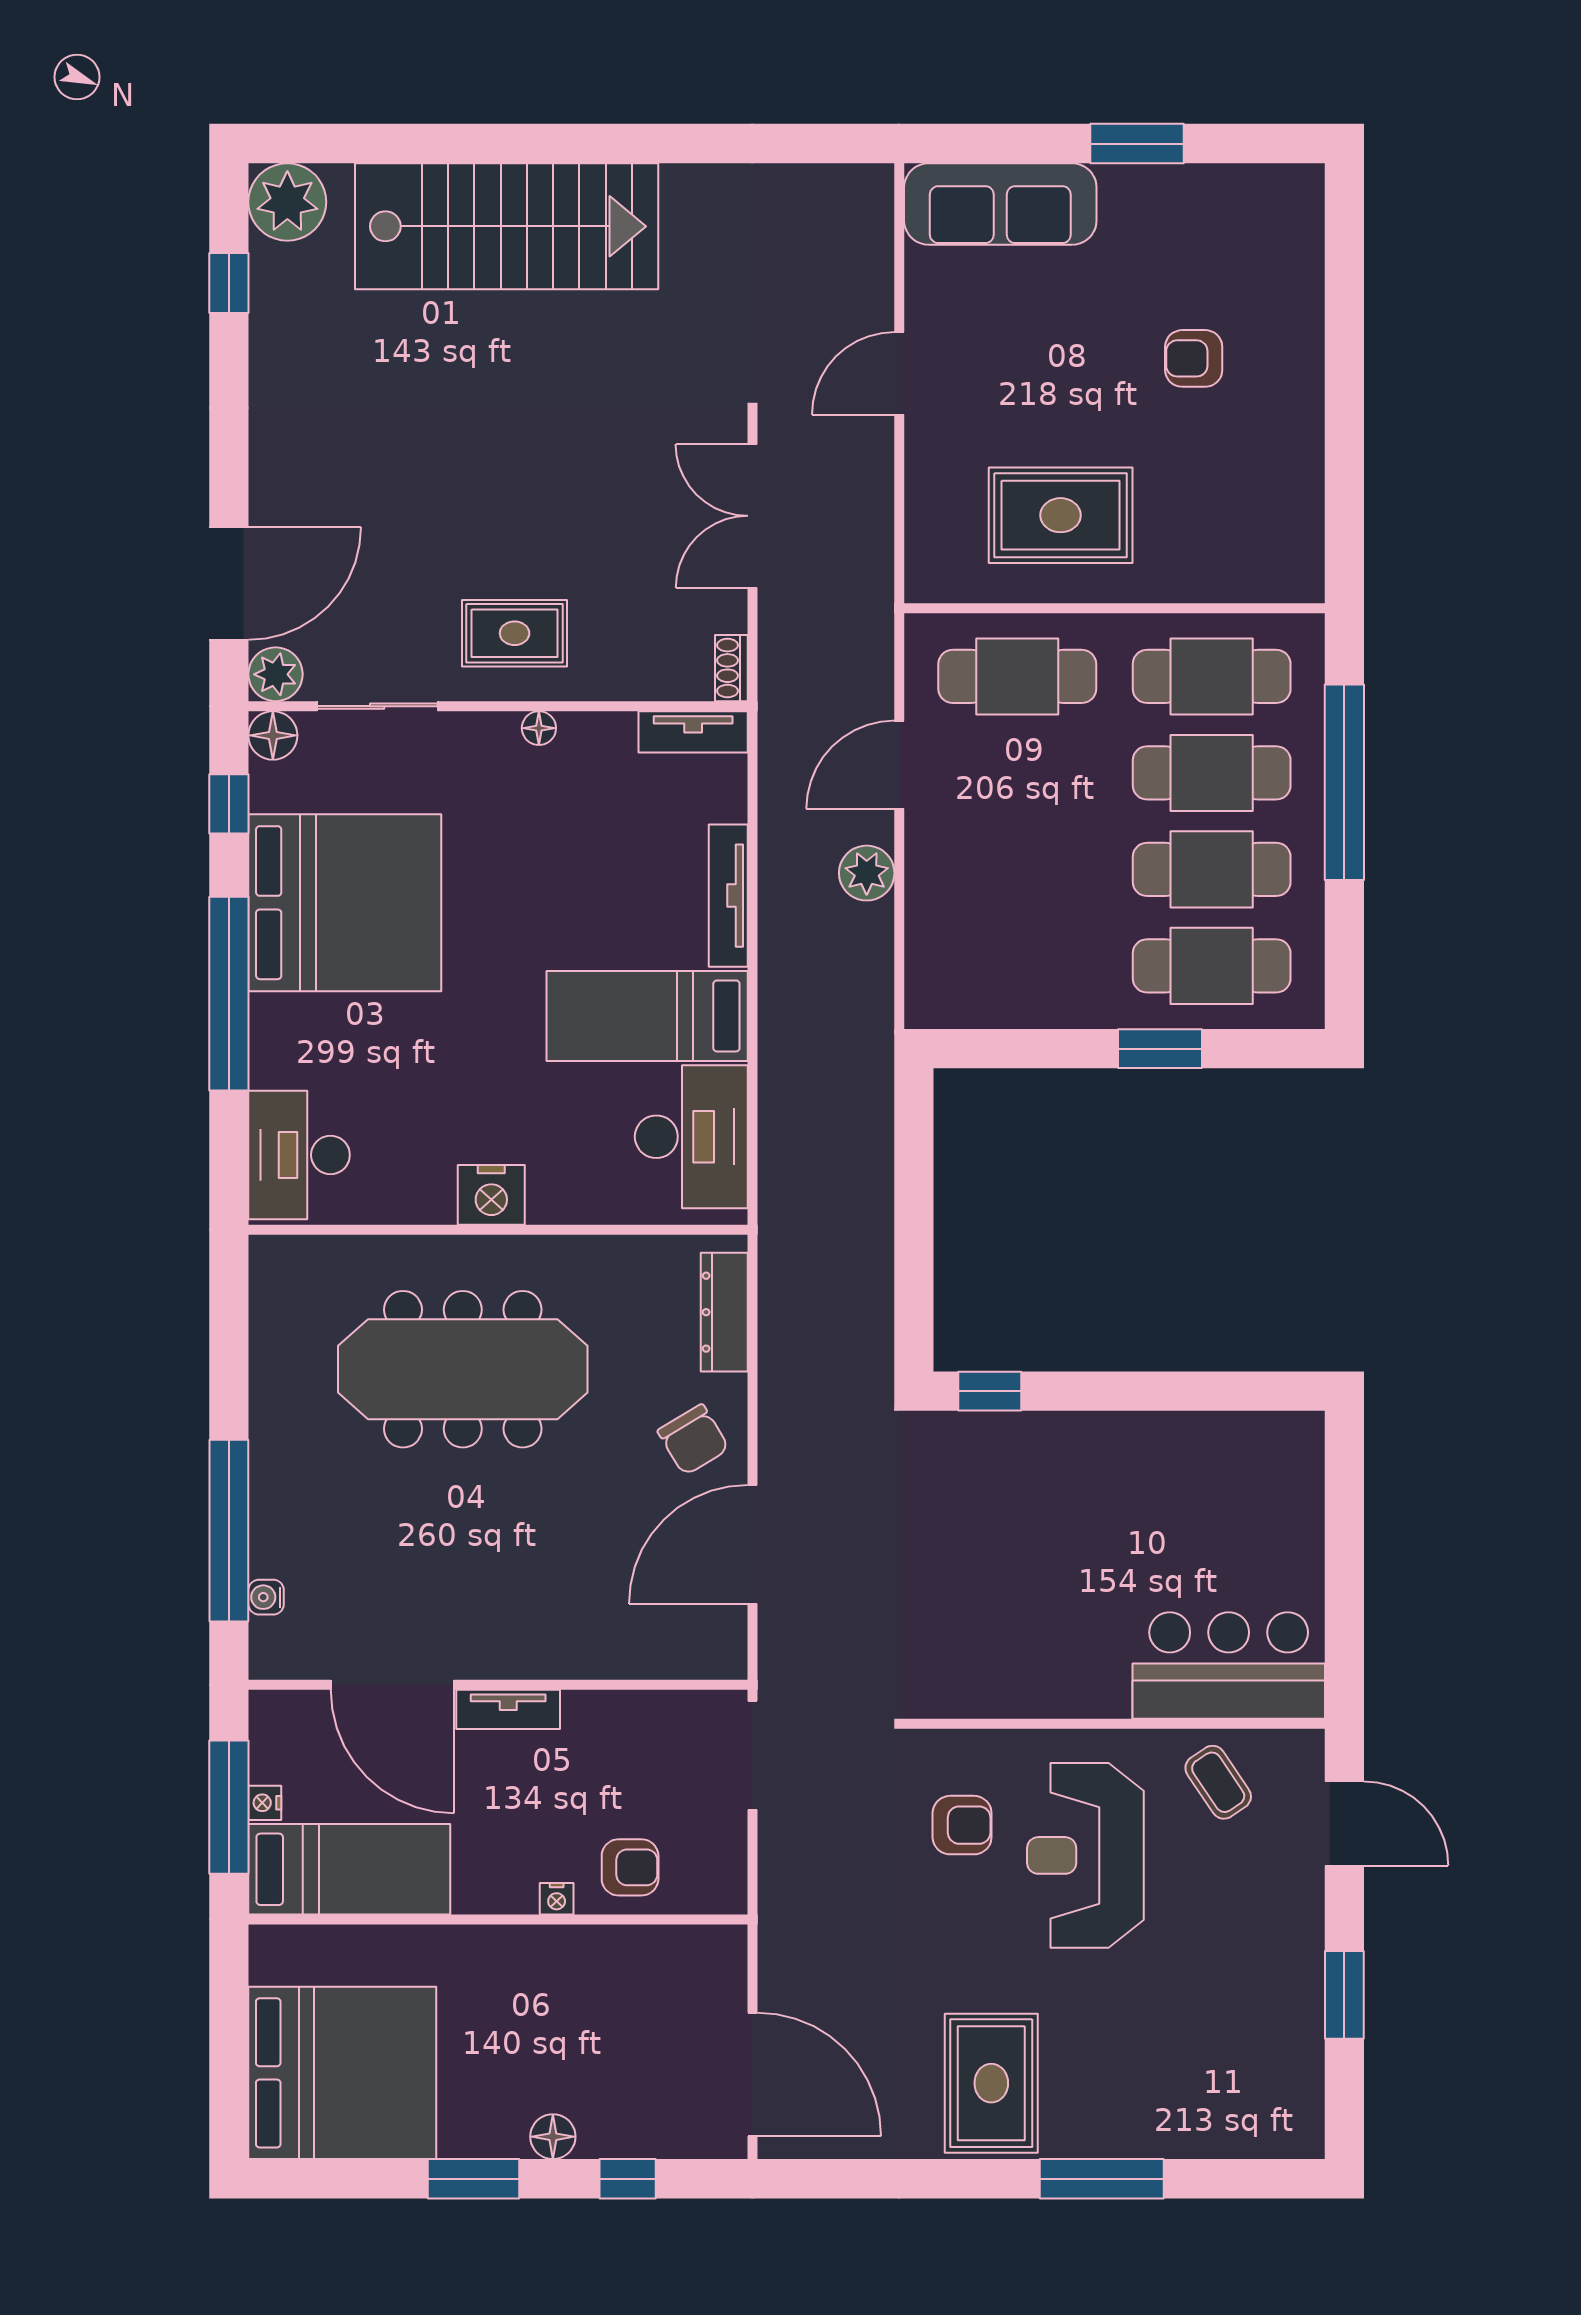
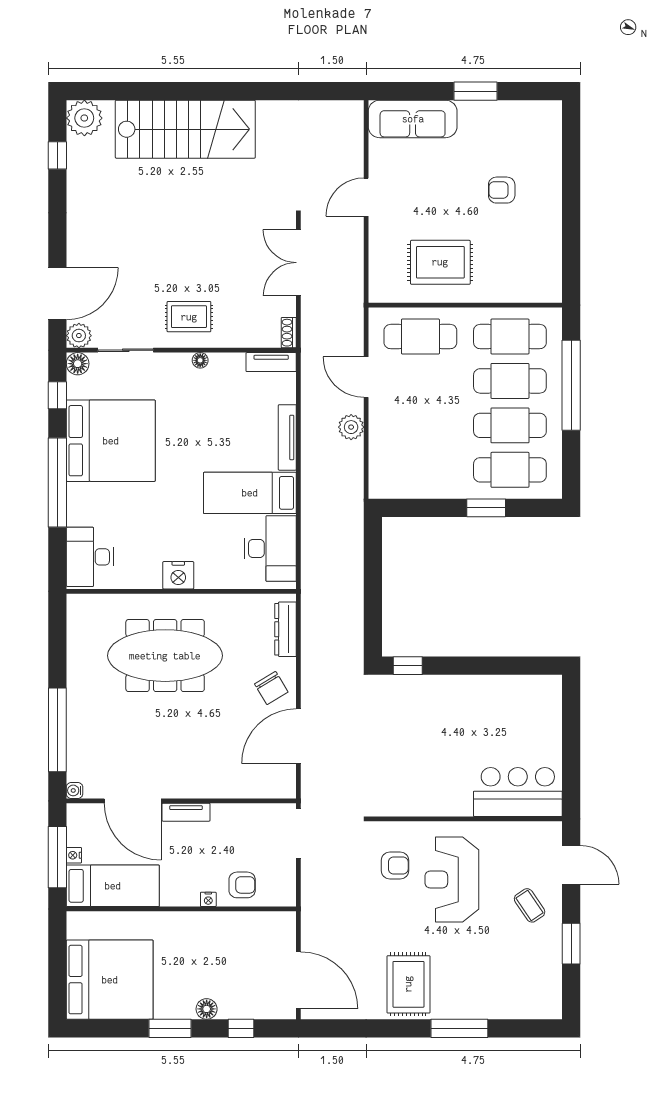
door: (899, 765) -> (366, 377), hinge flipped
water cooler: (266, 1597) -> (75, 790), moved
coffee table: (1218, 1782) -> (530, 905), moved

